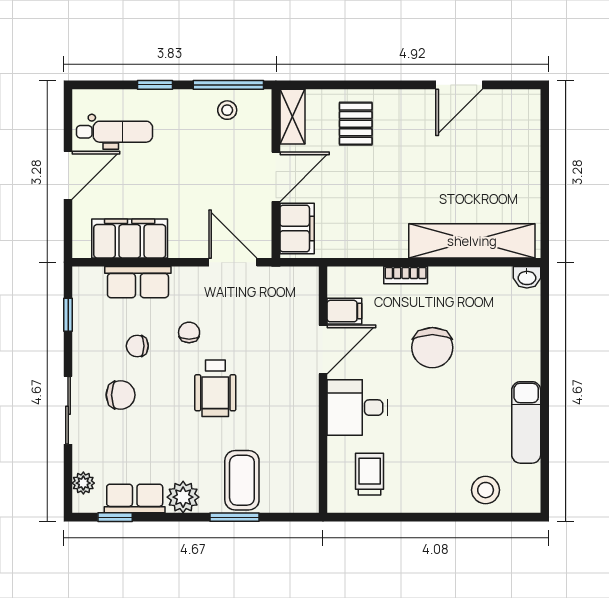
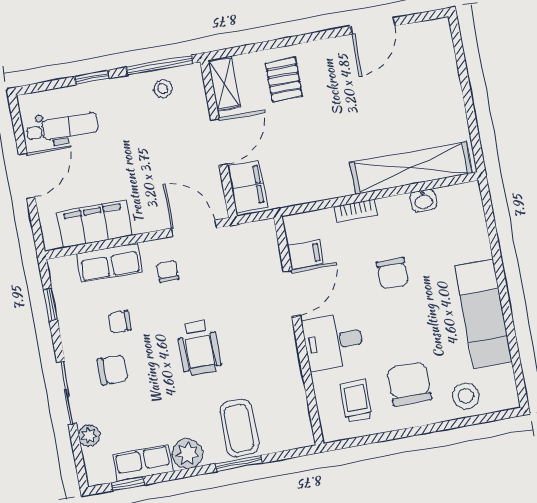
washbasin: (527, 277) -> (423, 200), moved
chair: (189, 332) -> (167, 271), moved
chair: (432, 348) -> (393, 273), width x0.73, depth x0.73
exam couch: (526, 422) -> (483, 314), width x1.36, depth x1.45
chair: (429, 467) -> (409, 384), added
plant: (83, 483) -> (89, 436), moved

